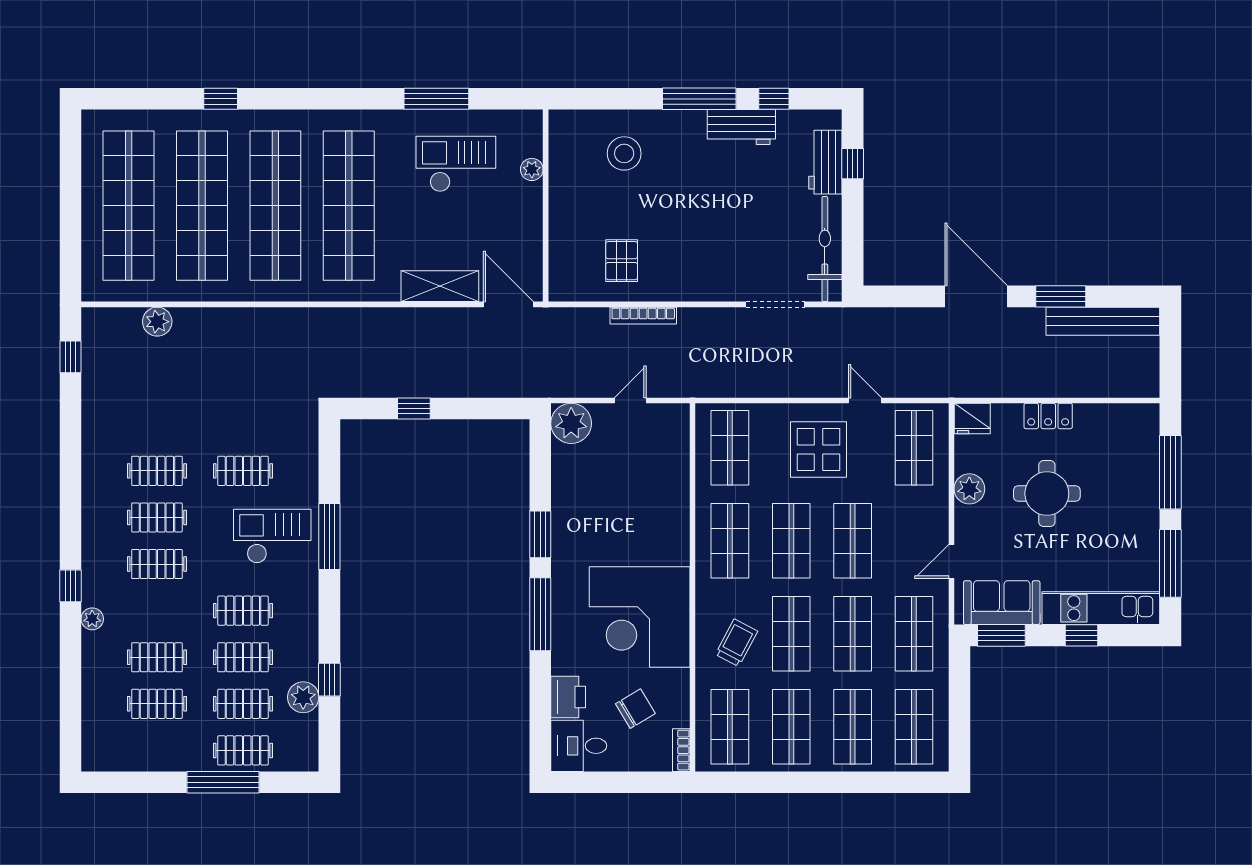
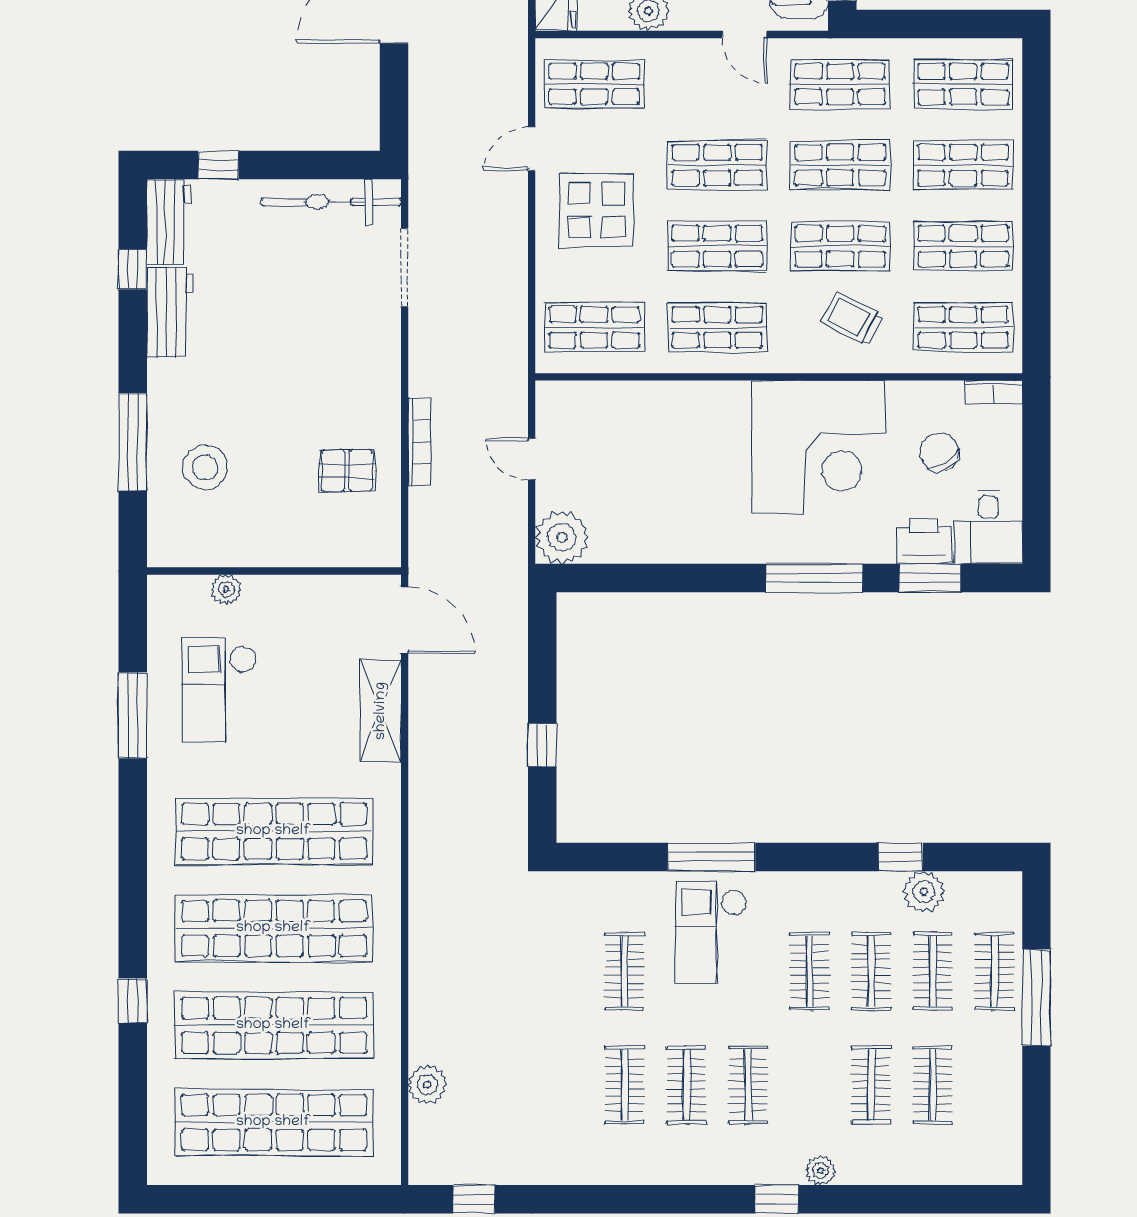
window: (699, 99) -> (133, 442), moved
workbench: (825, 162) -> (169, 222), moved, turned -90
door: (508, 304) -> (405, 620), swing flipped
window: (540, 534) -> (930, 578), moved

